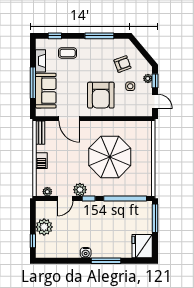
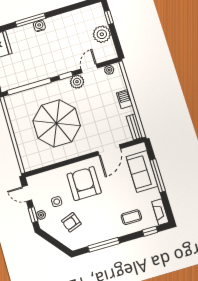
fireplace: (41, 61) -> (160, 212), moved
door: (69, 119) -> (109, 150), swing flipped
water cooler: (86, 253) -> (39, 26), moved

